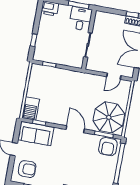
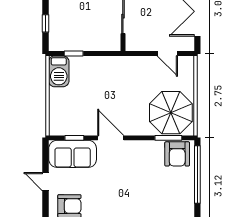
door: (114, 76) -> (167, 53), hinge flipped
barbecue: (31, 108) -> (59, 71), moved
door: (75, 129) -> (111, 138), moved

